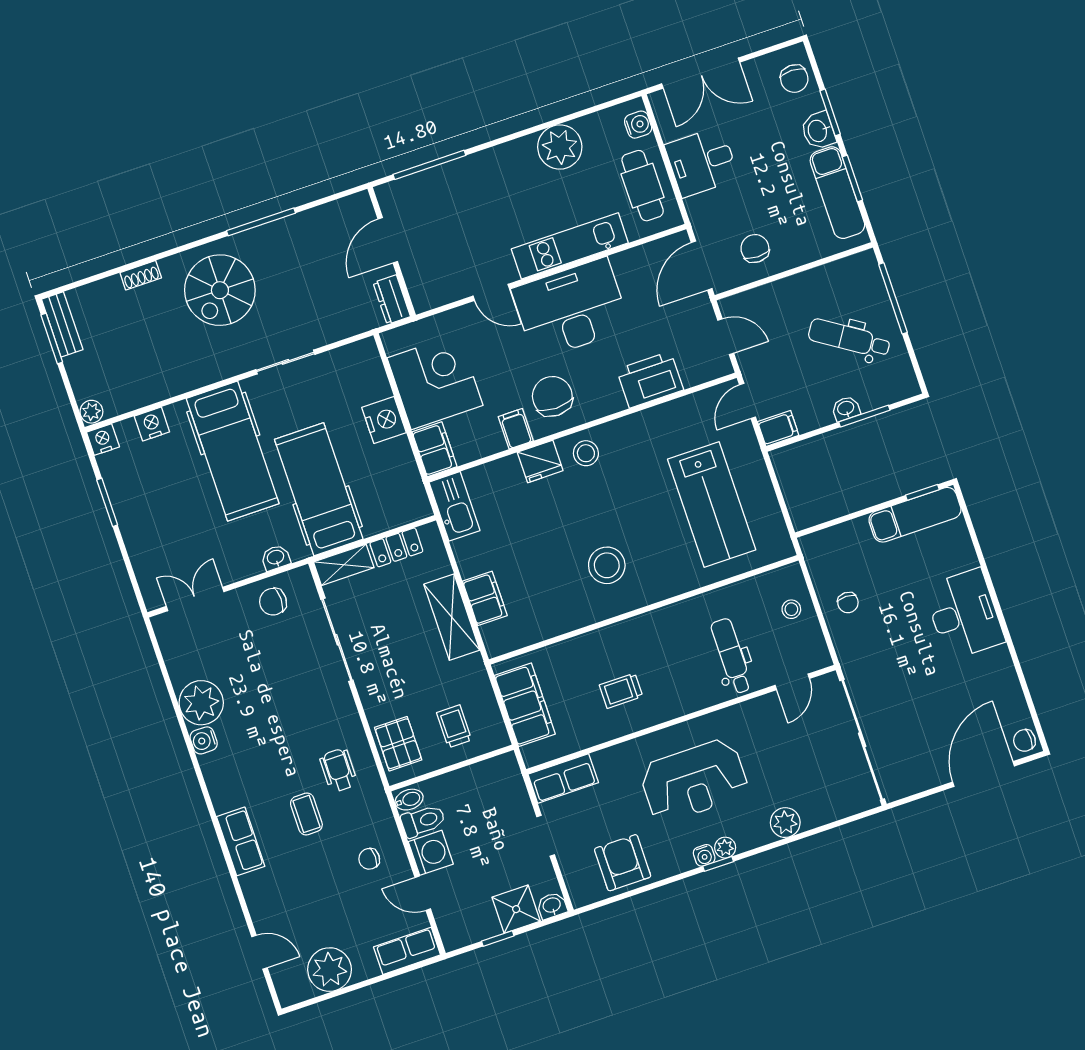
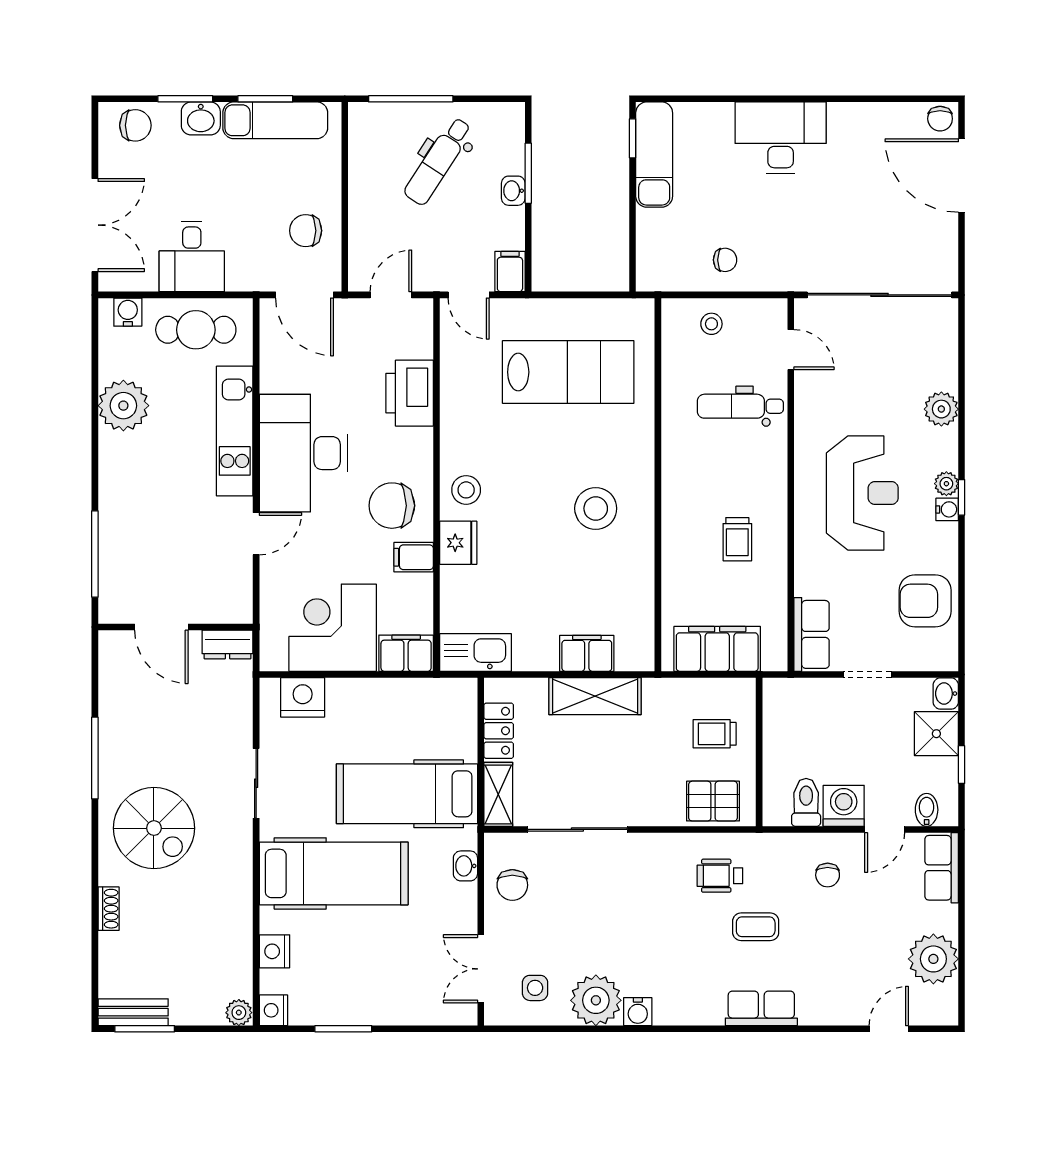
nightstand: (384, 420) -> (303, 697), moved
side table: (194, 649) -> (535, 988), added
bidet: (409, 800) -> (927, 810), moved

